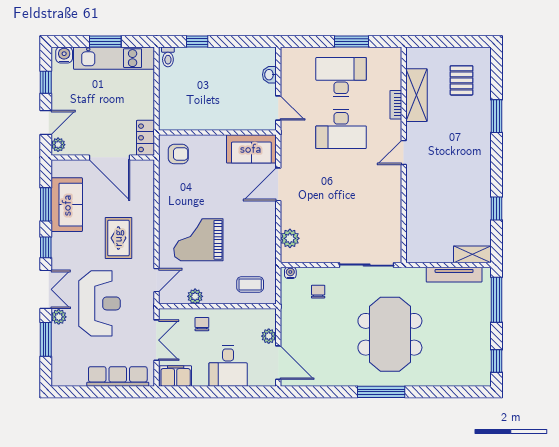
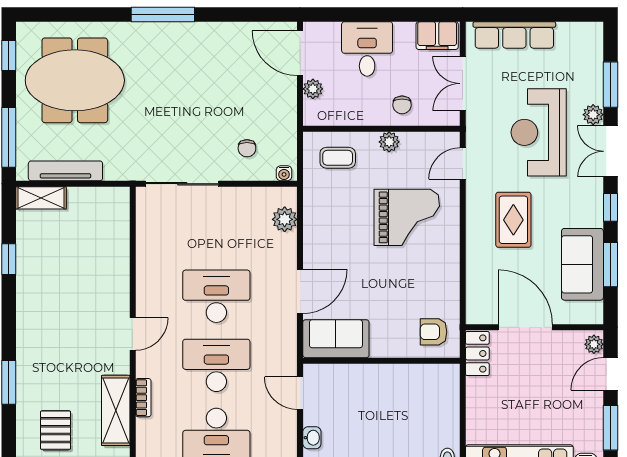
window: (46, 82) -> (610, 428), width x1.50
desk: (341, 181) -> (216, 296), added
plant: (195, 296) -> (389, 142), moved
meeting table: (390, 334) -> (75, 80), moved, turned 90

